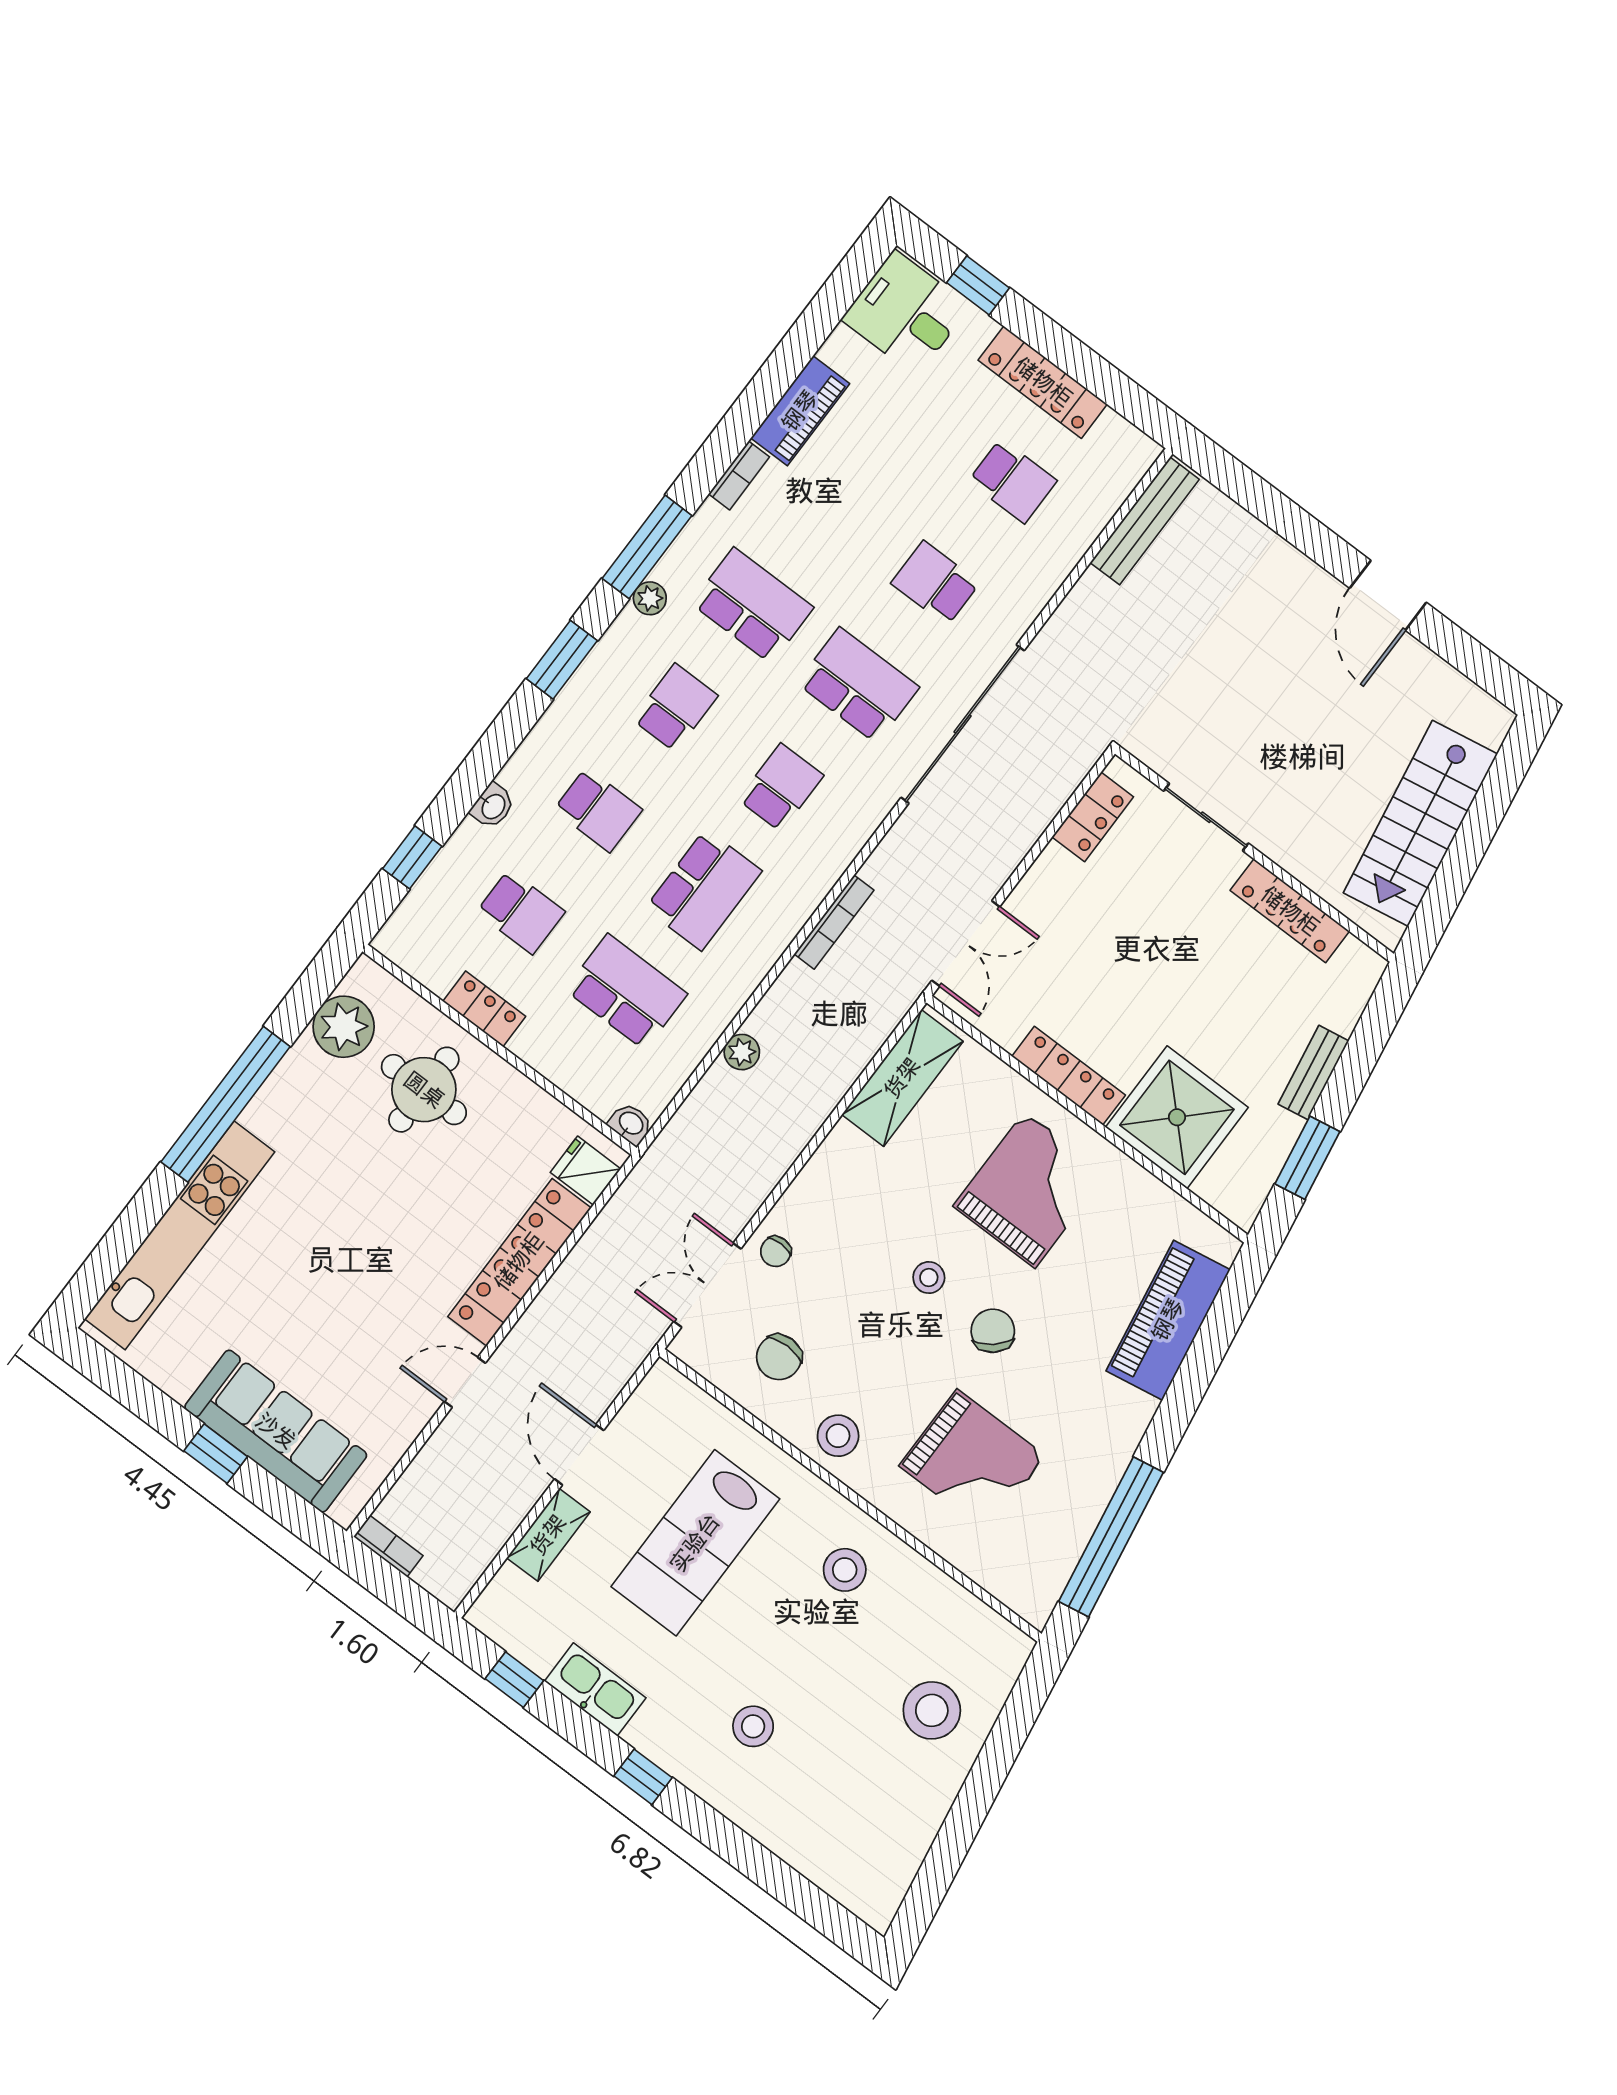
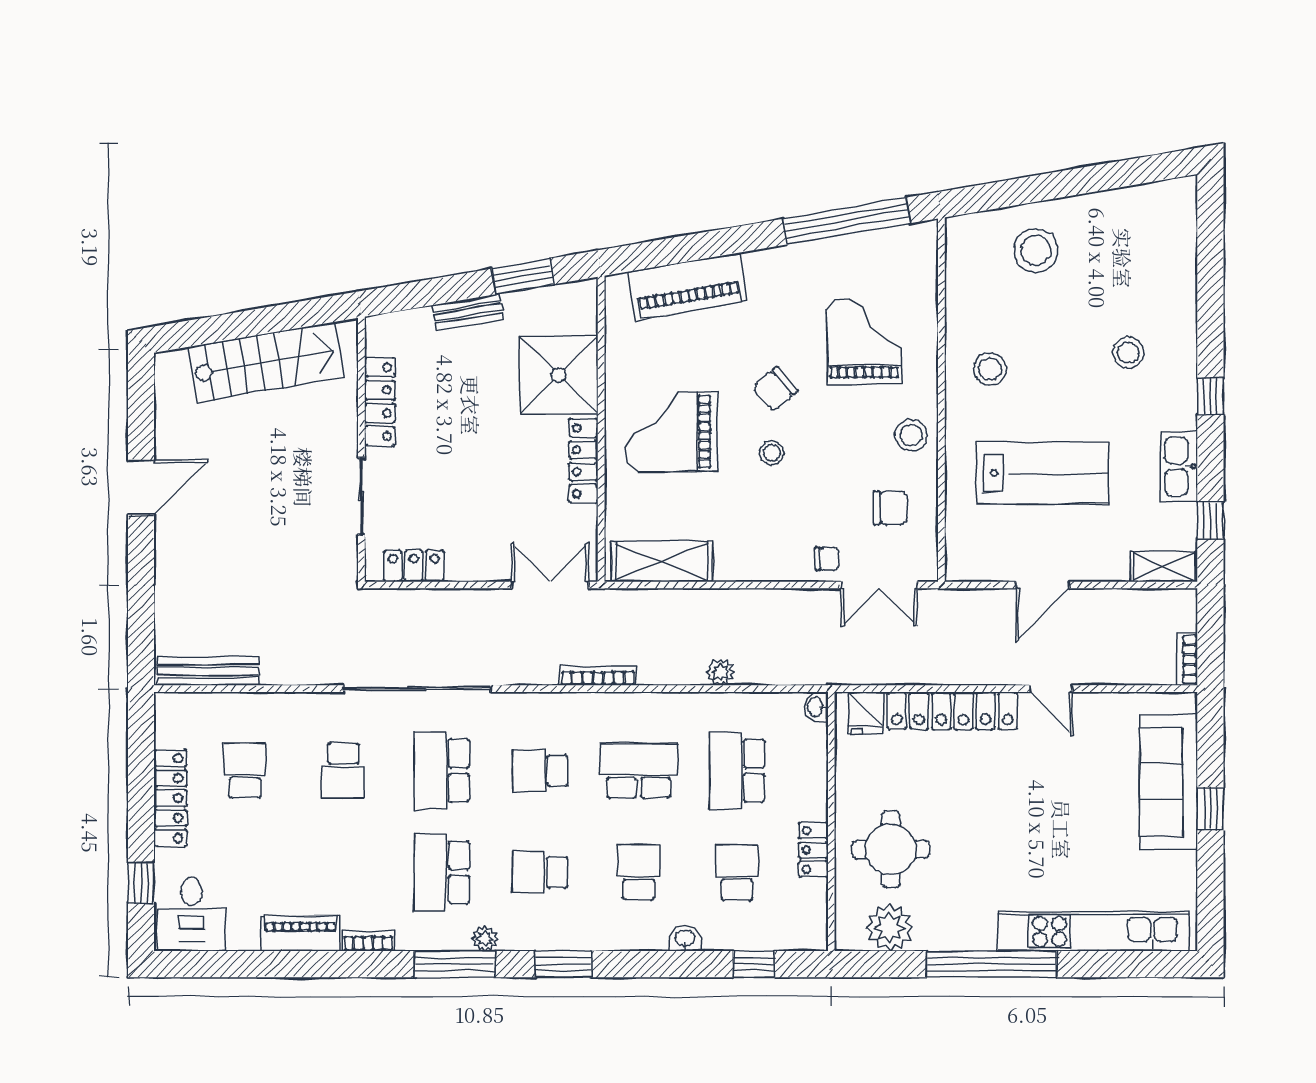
shelving: (548, 1535) -> (1164, 567), moved

